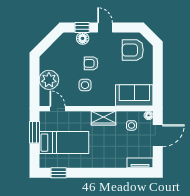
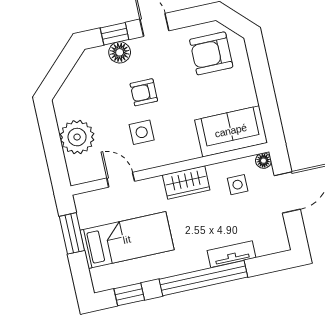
door: (57, 109) -> (121, 180), moved
tv unit: (140, 163) -> (231, 254), moved
window: (101, 173) -> (203, 278), added

